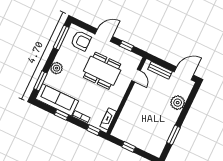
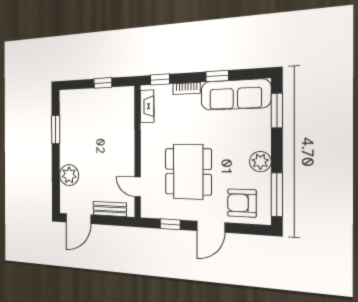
plant: (57, 68) -> (260, 162), moved
dining table: (102, 71) -> (188, 172), turned 90

